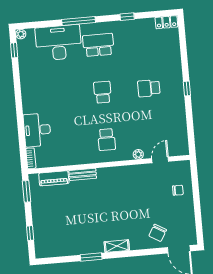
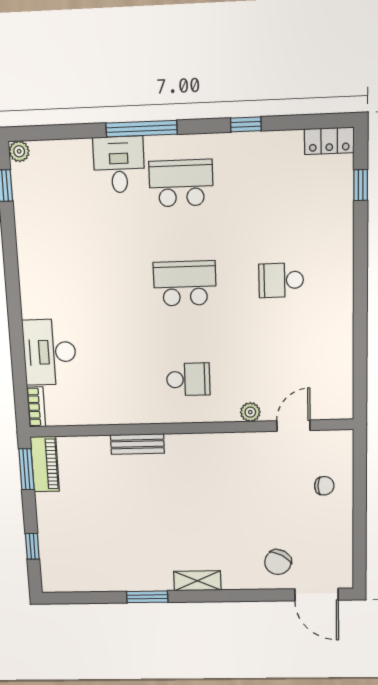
desk: (58, 43) -> (119, 165), width x0.53, depth x0.77
window: (187, 88) -> (361, 185), moved
school desk: (102, 92) -> (185, 283), width x1.85
school desk: (107, 140) -> (188, 379), turned -90
piano: (54, 178) -> (45, 464), moved, turned -90

